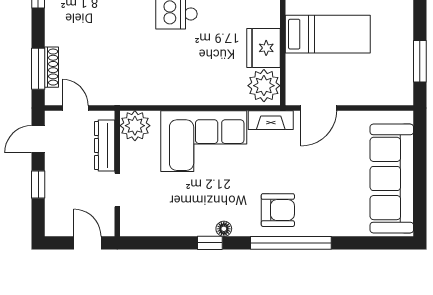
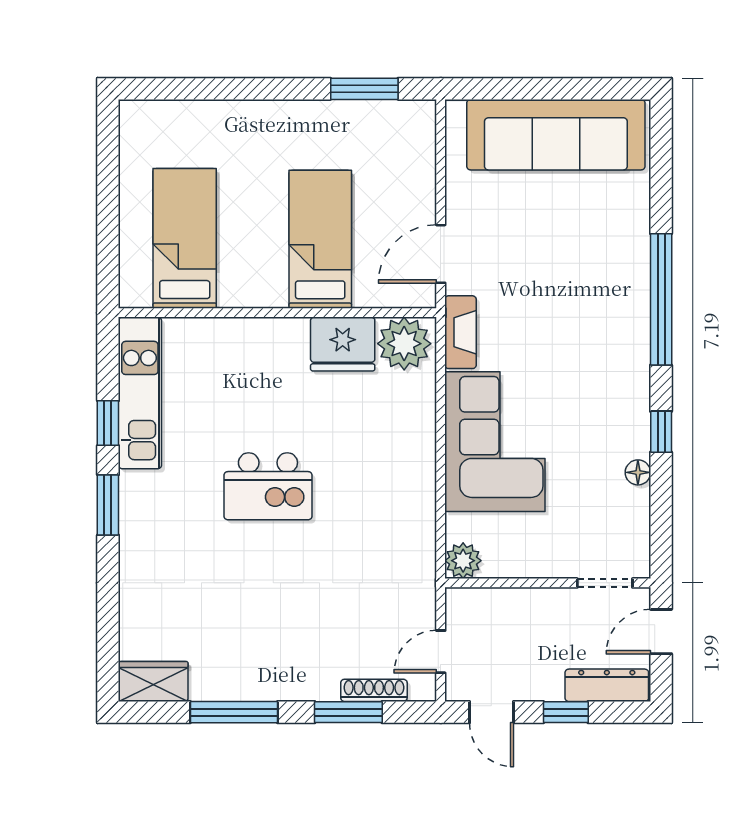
window: (38, 69) -> (348, 712), moved
door: (319, 108) -> (441, 254), swing flipped
plant: (135, 126) -> (463, 561), width x0.73, depth x0.73
dresser: (105, 145) -> (607, 685), moved, turned 180
doorway: (117, 190) -> (605, 583), moved
armchair: (278, 210) -> (607, 321), removed
floor lamp: (224, 229) -> (638, 472), moved

